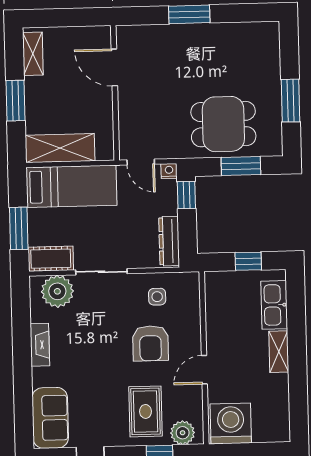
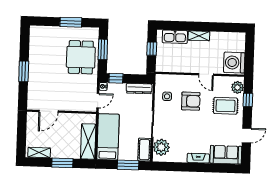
fireplace: (40, 345) -> (198, 158), moved

